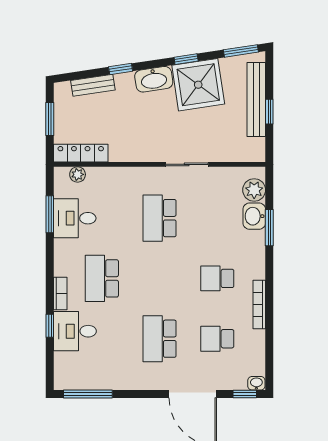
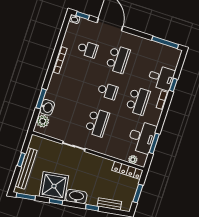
desk: (75, 218) -> (142, 137), width x1.37
school desk: (217, 278) -> (108, 91), moved

